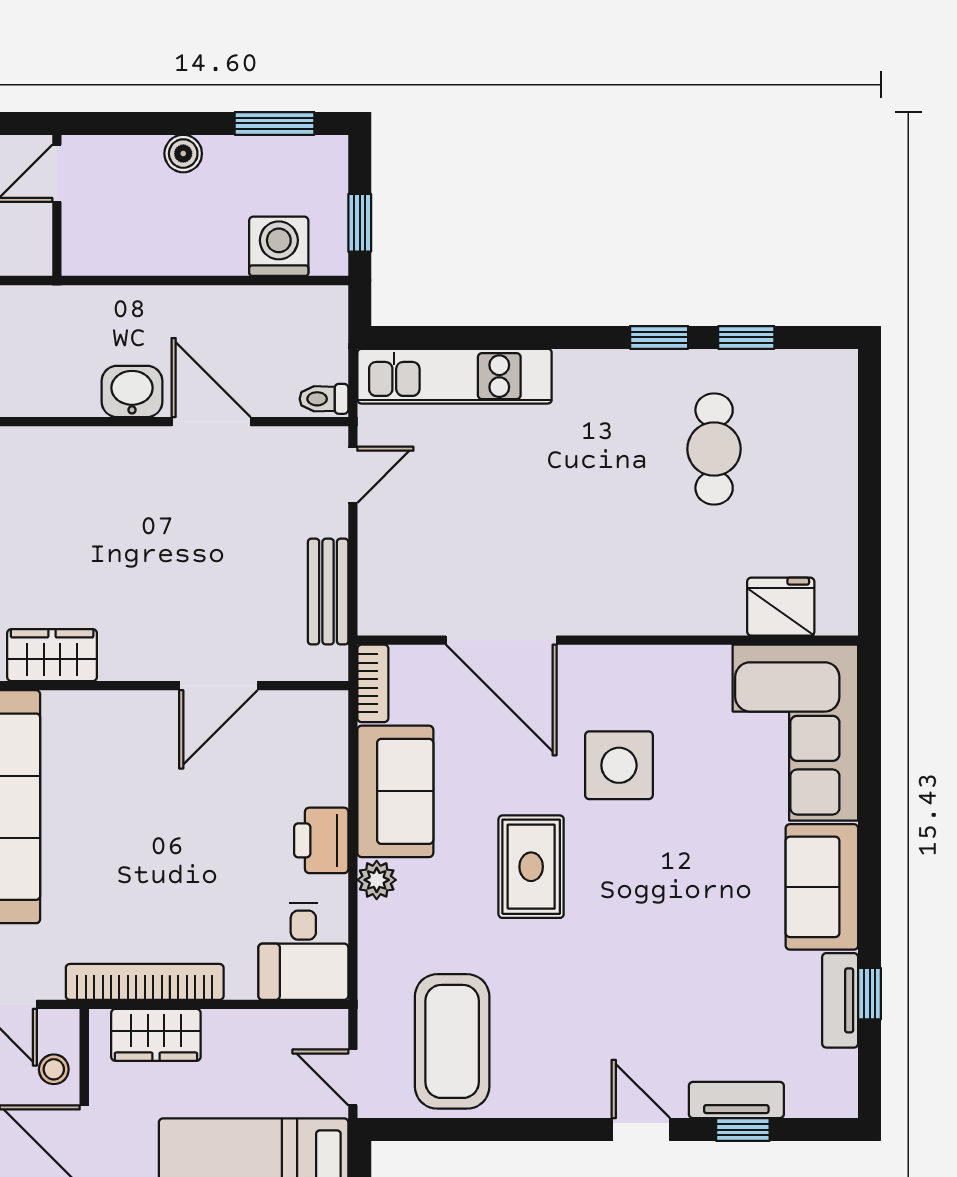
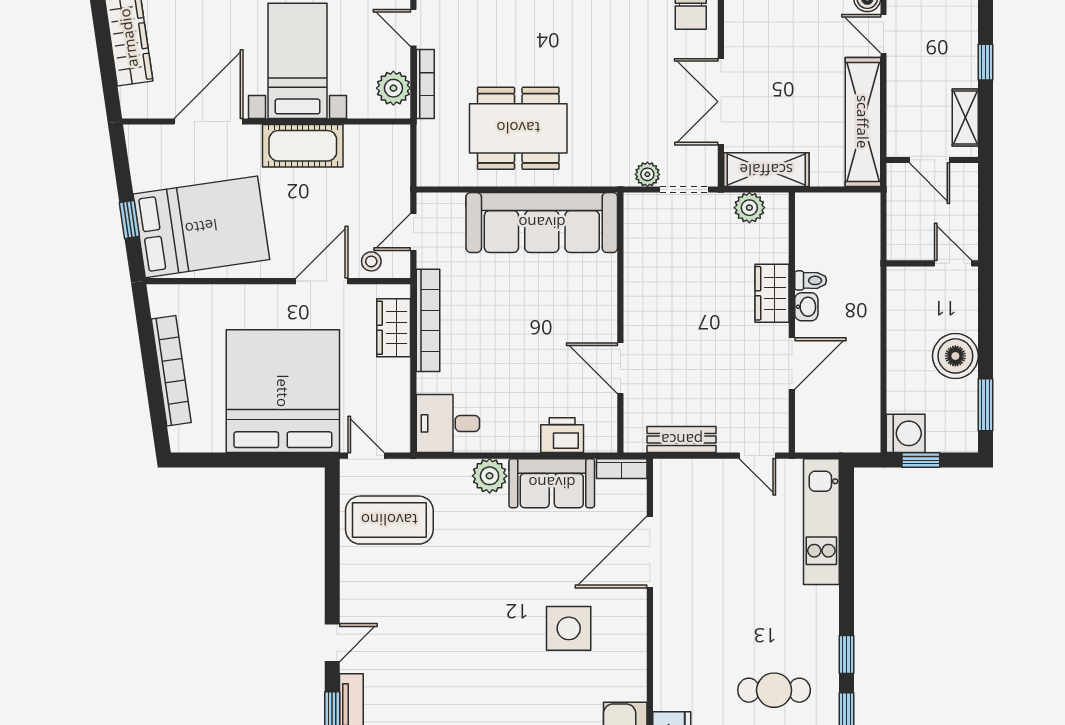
boiler: (183, 154) -> (955, 356), width x1.86, depth x1.86
washing machine: (279, 246) -> (906, 433), moved
washbasin: (132, 391) -> (806, 307), width x0.72, depth x0.69
toilet: (324, 399) -> (811, 280), moved, turned 90
wardrobe: (52, 655) -> (772, 293), moved, turned 180
printer: (321, 840) -> (562, 435), moved
rug: (531, 867) -> (503, 571), removed
plant: (377, 880) -> (490, 476), width x1.38, depth x1.38
door: (353, 1077) -> (366, 456), hinge flipped

